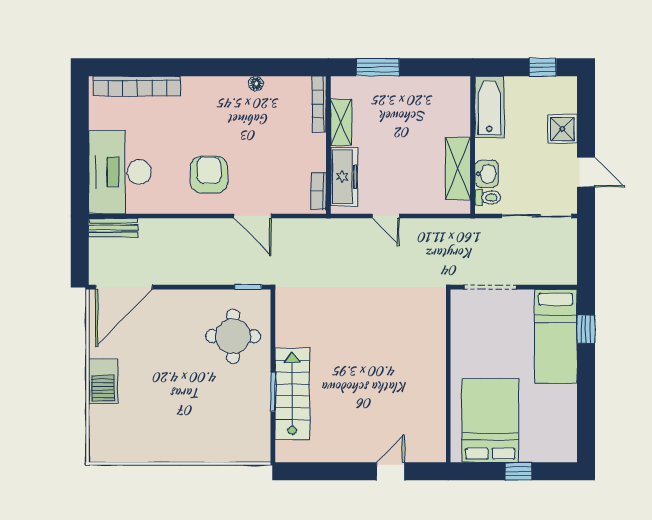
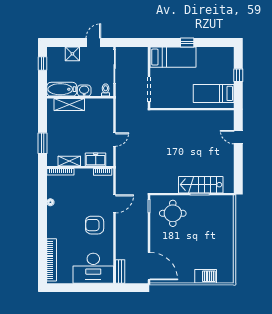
shelving: (458, 169) -> (69, 104), moved
washbasin: (487, 174) -> (84, 91), moved
freezer: (344, 177) -> (96, 160), width x0.71
window: (586, 329) -> (187, 42), moved
barbecue: (103, 381) -> (206, 276), moved
bed: (490, 421) -> (214, 93), width x0.67

